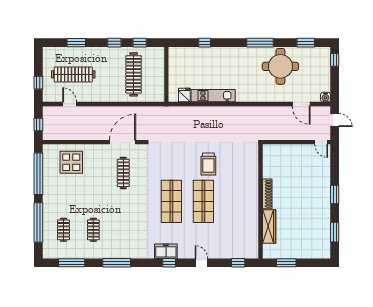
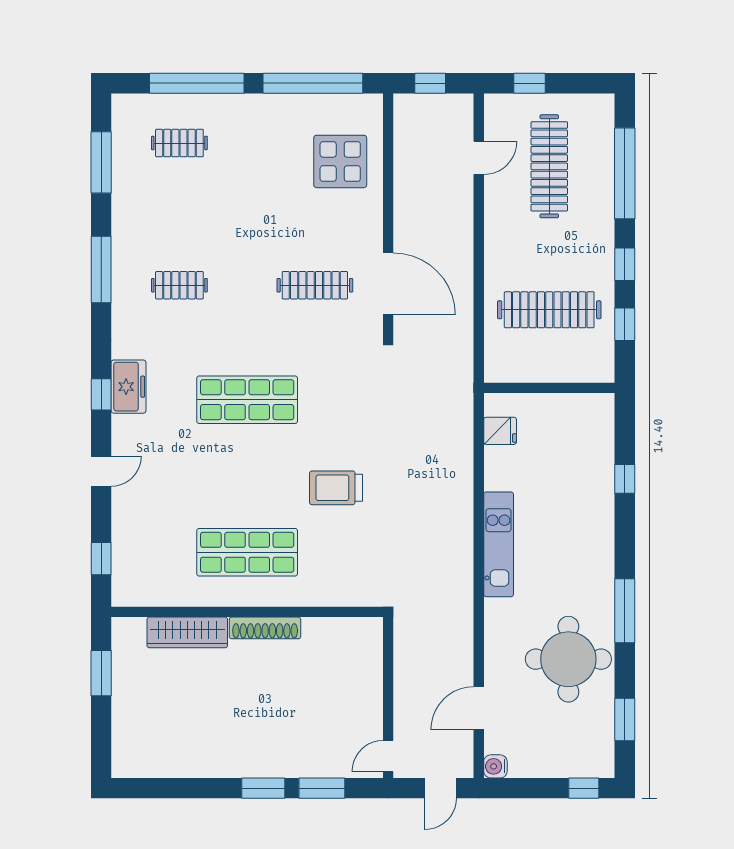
window: (76, 43) -> (625, 173), width x2.11
kitchen unit: (213, 96) -> (499, 544), moved
shop shelf: (203, 201) -> (247, 552), moved
clothes rail: (93, 230) -> (179, 285), moved
window: (335, 232) -> (322, 788), moved

